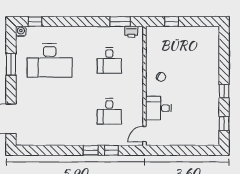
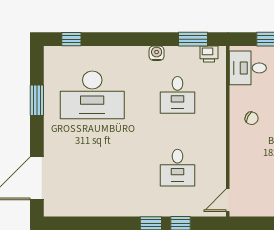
water cooler: (21, 31) -> (157, 53), moved
desk: (158, 108) -> (248, 68), moved

